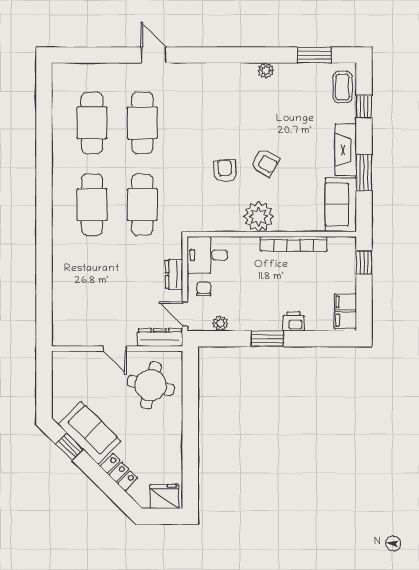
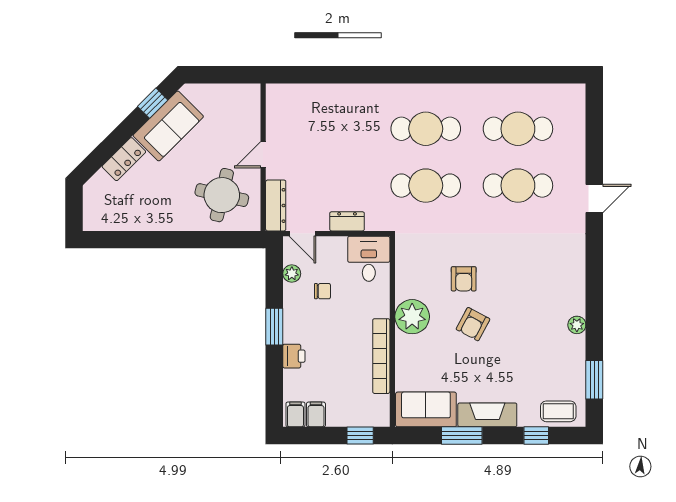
armchair: (225, 171) -> (464, 279), turned 93
chair: (204, 289) -> (323, 291), moved
door: (185, 314) -> (302, 234), swing flipped
fridge: (164, 496) -> (96, 210), removed

